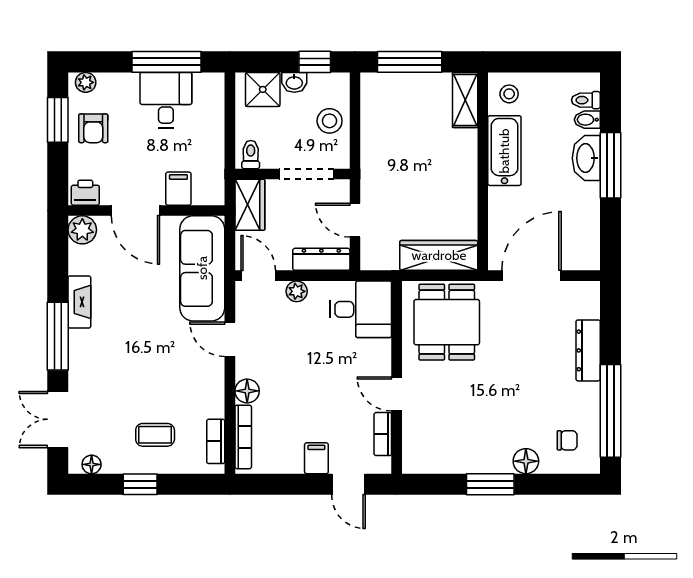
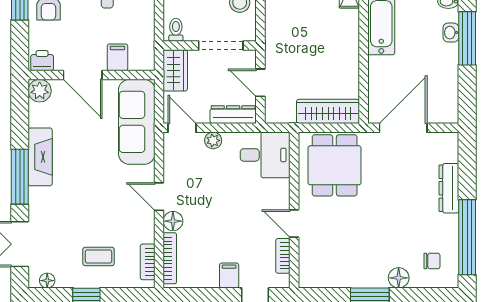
washbasin: (586, 158) -> (451, 33), width x0.52, depth x0.69
fireplace: (79, 302) -> (40, 157), width x1.37, depth x1.32
door: (230, 339) -> (159, 197), moved

